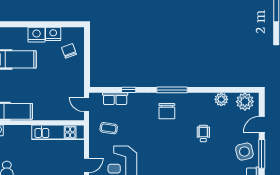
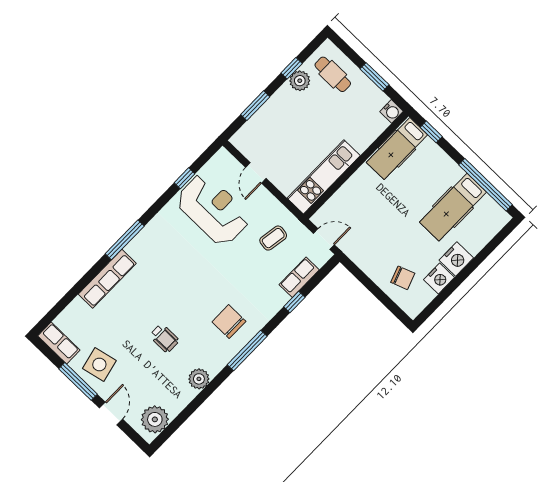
plant: (221, 99) -> (199, 379), moved

